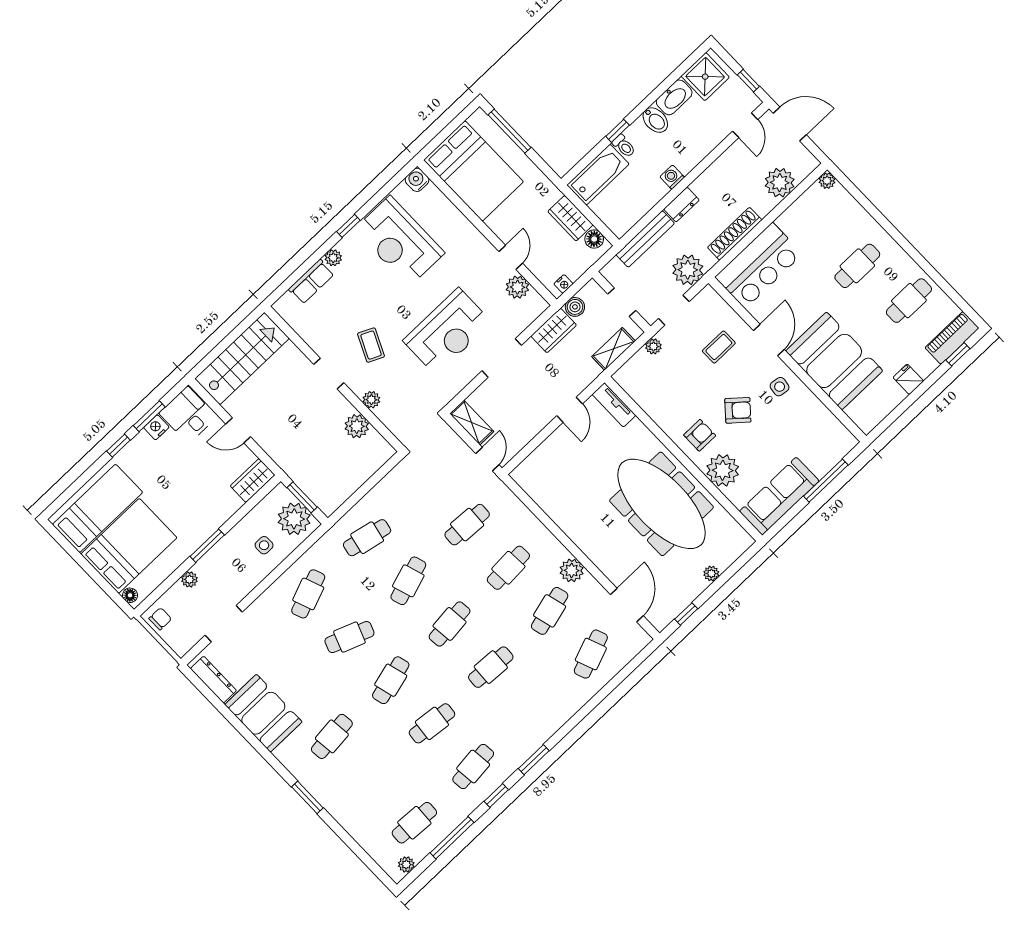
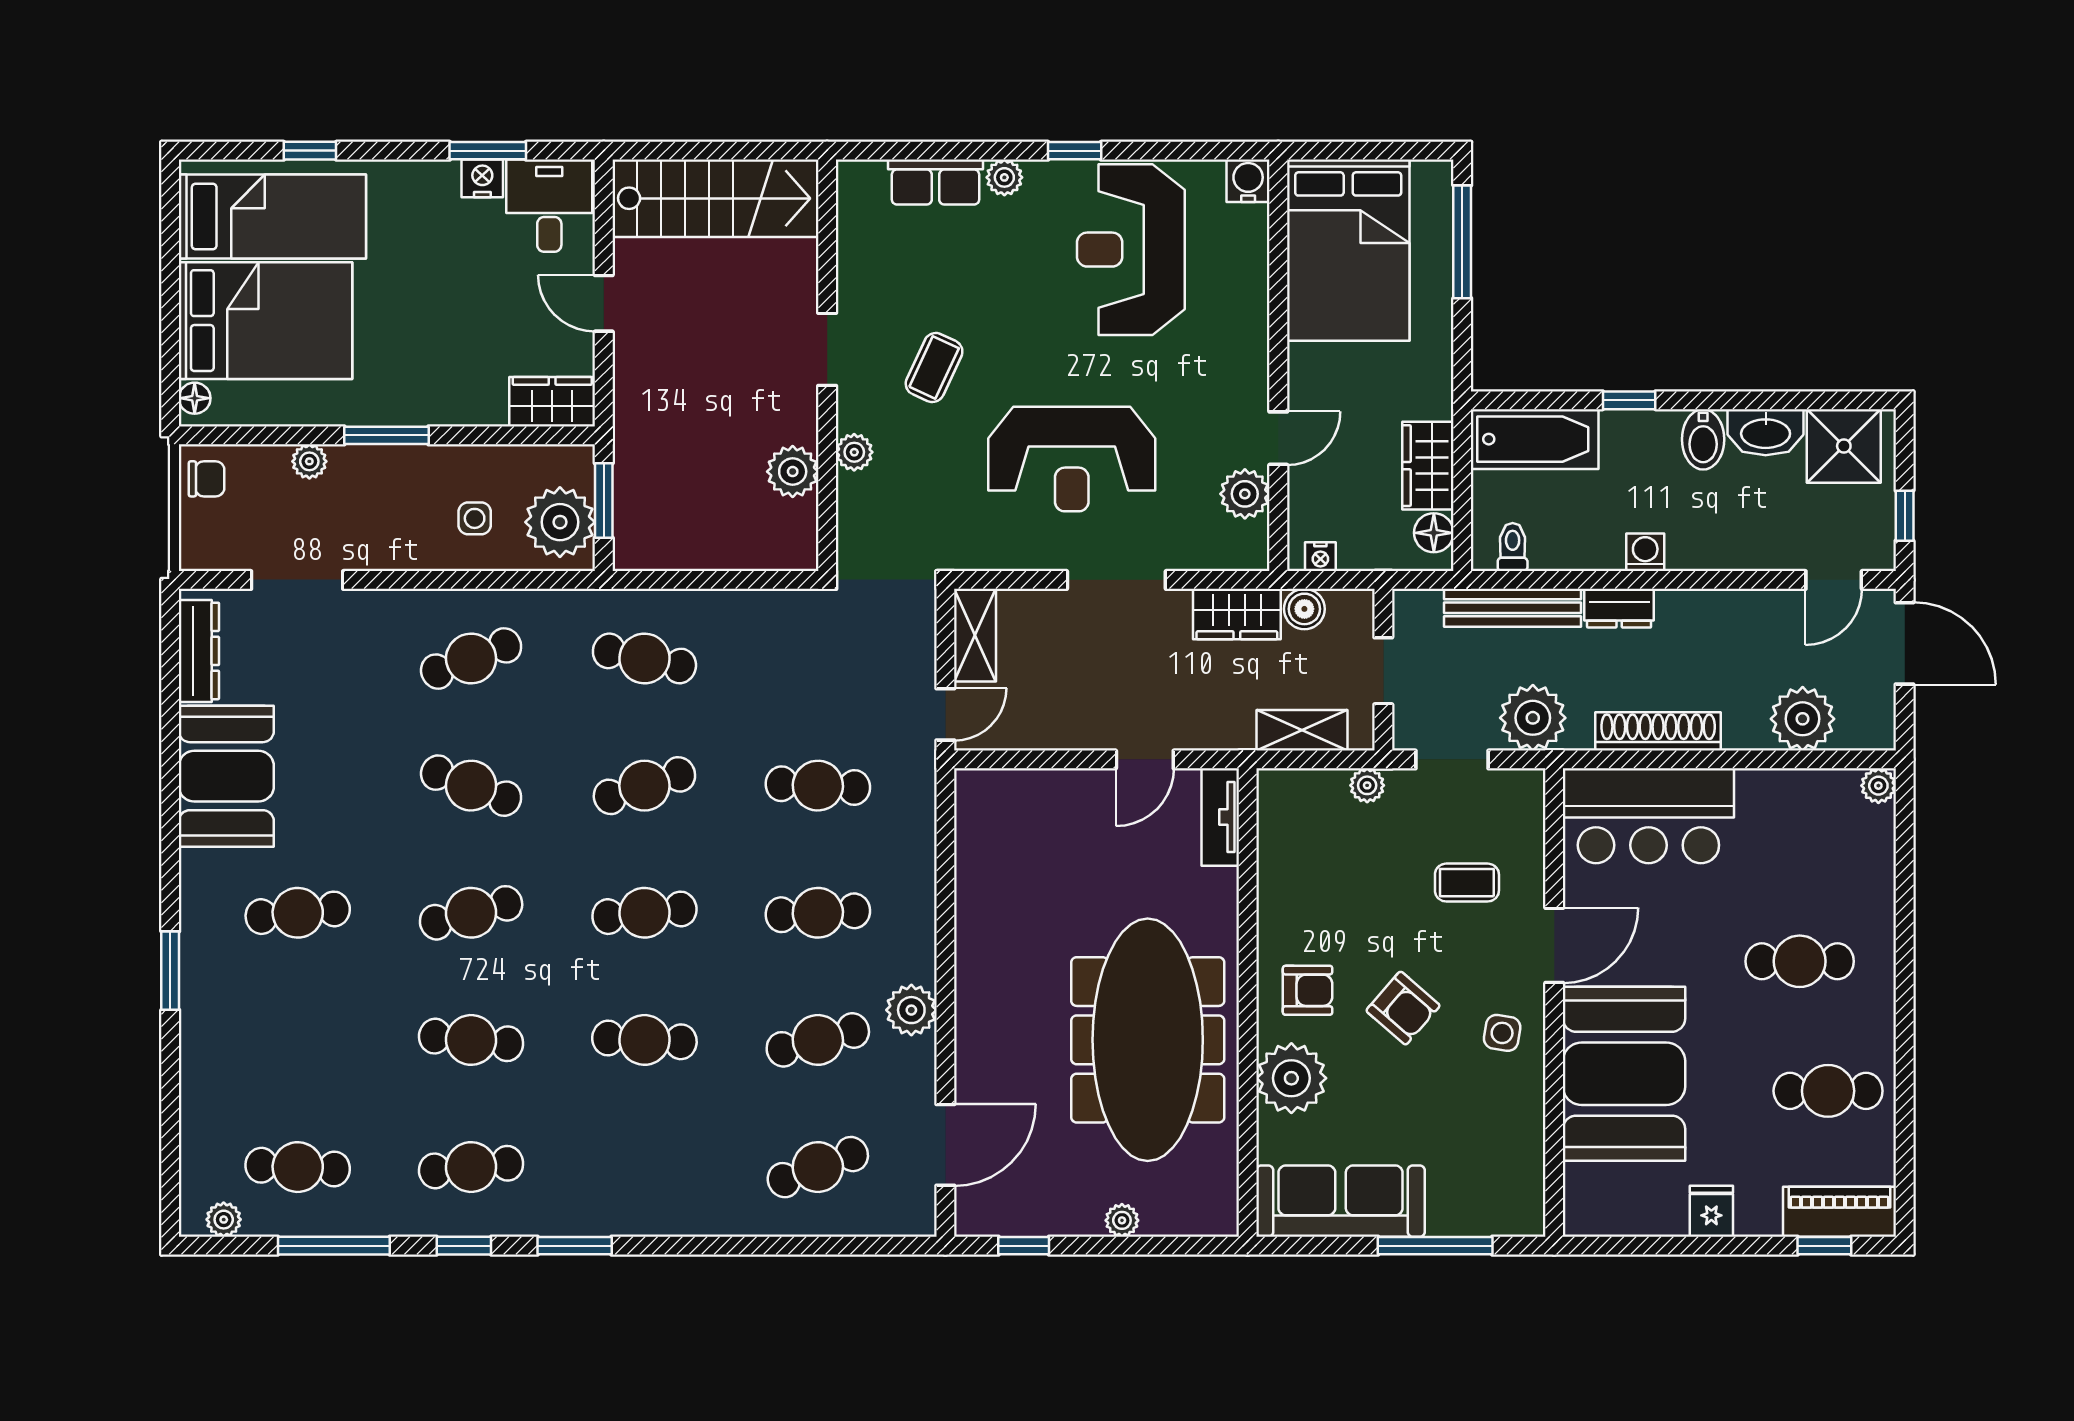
toilet: (624, 146) -> (1513, 547), moved, turned 180
window: (118, 446) -> (310, 151), moved

